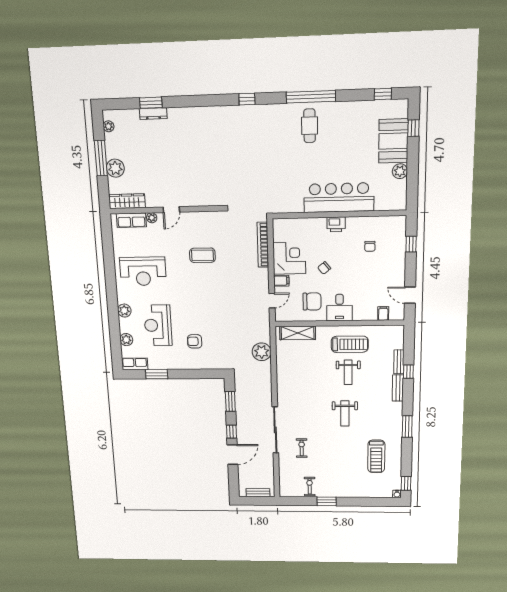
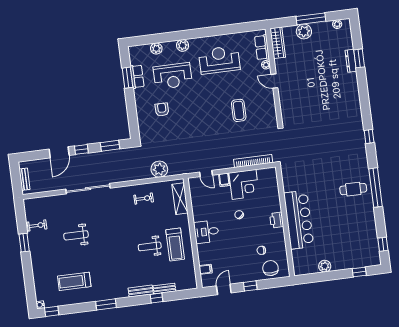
booth: (393, 141) -> (348, 258), removed
window: (411, 244) -> (250, 286), moved
reception desk: (143, 271) -> (219, 60), turned 90
chair: (312, 301) -> (270, 268), moved, turned 180
reception desk: (158, 325) -> (173, 76), turned 180
row of seats: (135, 364) -> (137, 77), moved
weight bench: (345, 413) -> (76, 235), moved
exercise bike: (302, 448) -> (144, 199), moved
door: (232, 455) -> (59, 152), hinge flipped

